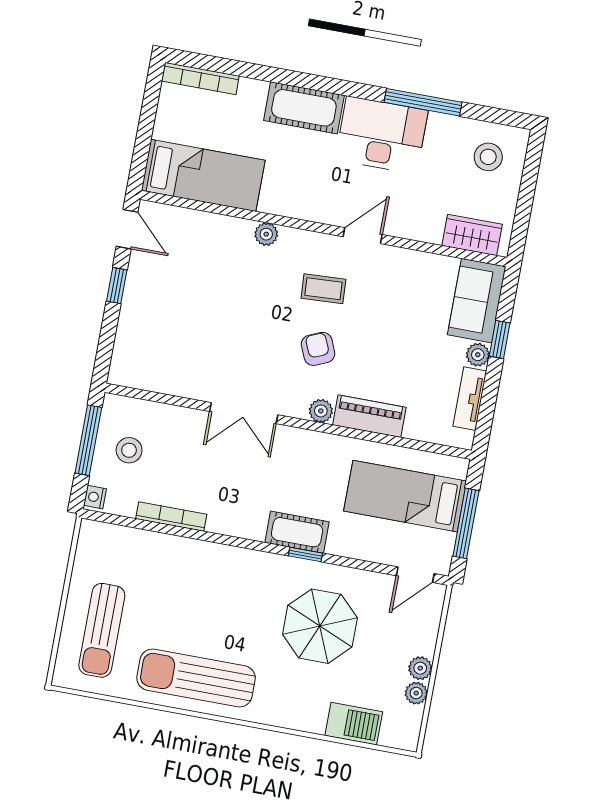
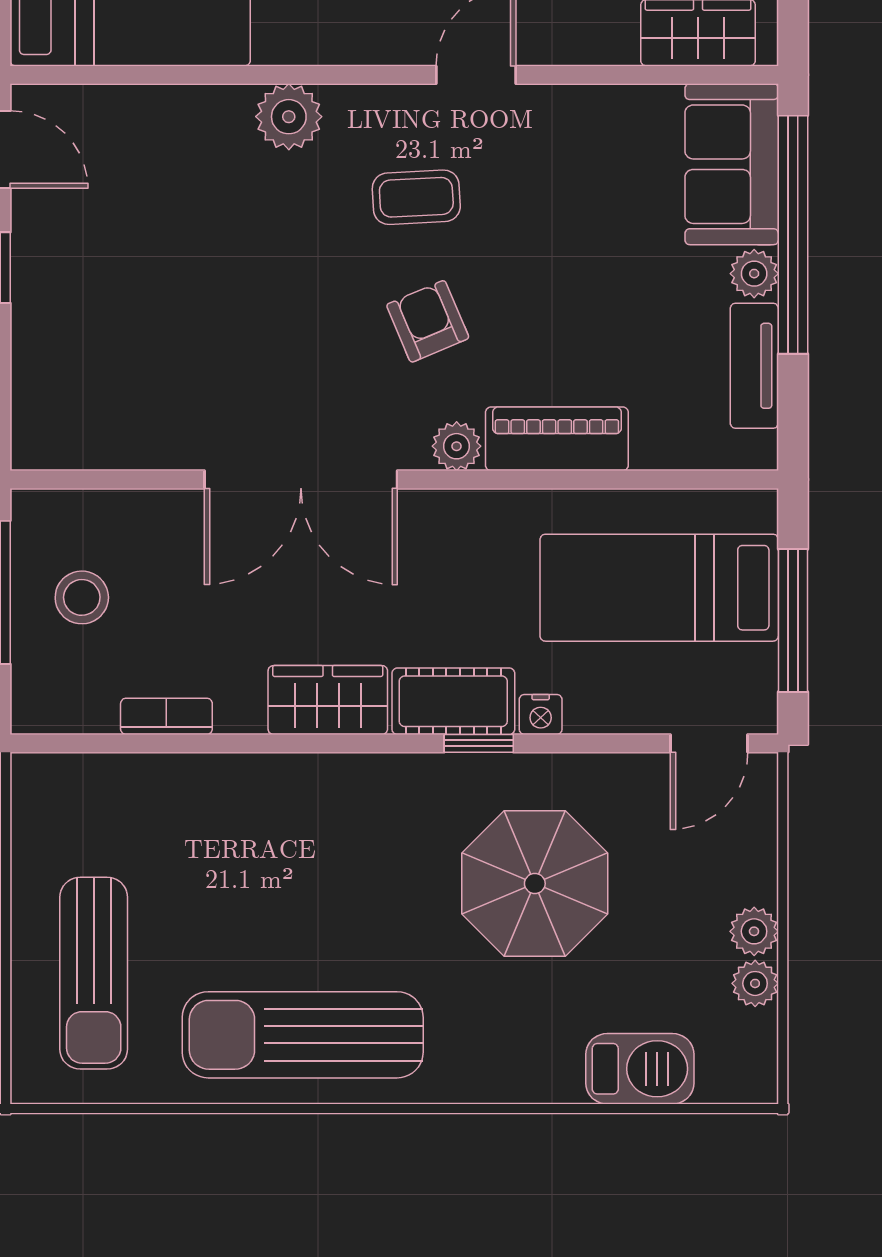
plant: (266, 234) -> (289, 117), width x1.38, depth x1.38
window: (500, 340) -> (793, 235), width x3.17
double door: (244, 413) -> (301, 479), width x1.37
nightstand: (95, 497) -> (541, 714), moved, turned -90
bookcase: (171, 517) -> (166, 716), width x0.64
wardrobe: (237, 521) -> (328, 700), added

